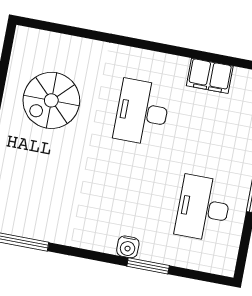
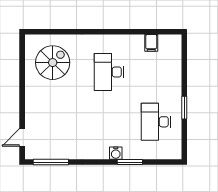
filing cabinet: (210, 76) -> (151, 43), width x0.50
spiral stairs: (51, 100) -> (53, 63), moved, turned 180

